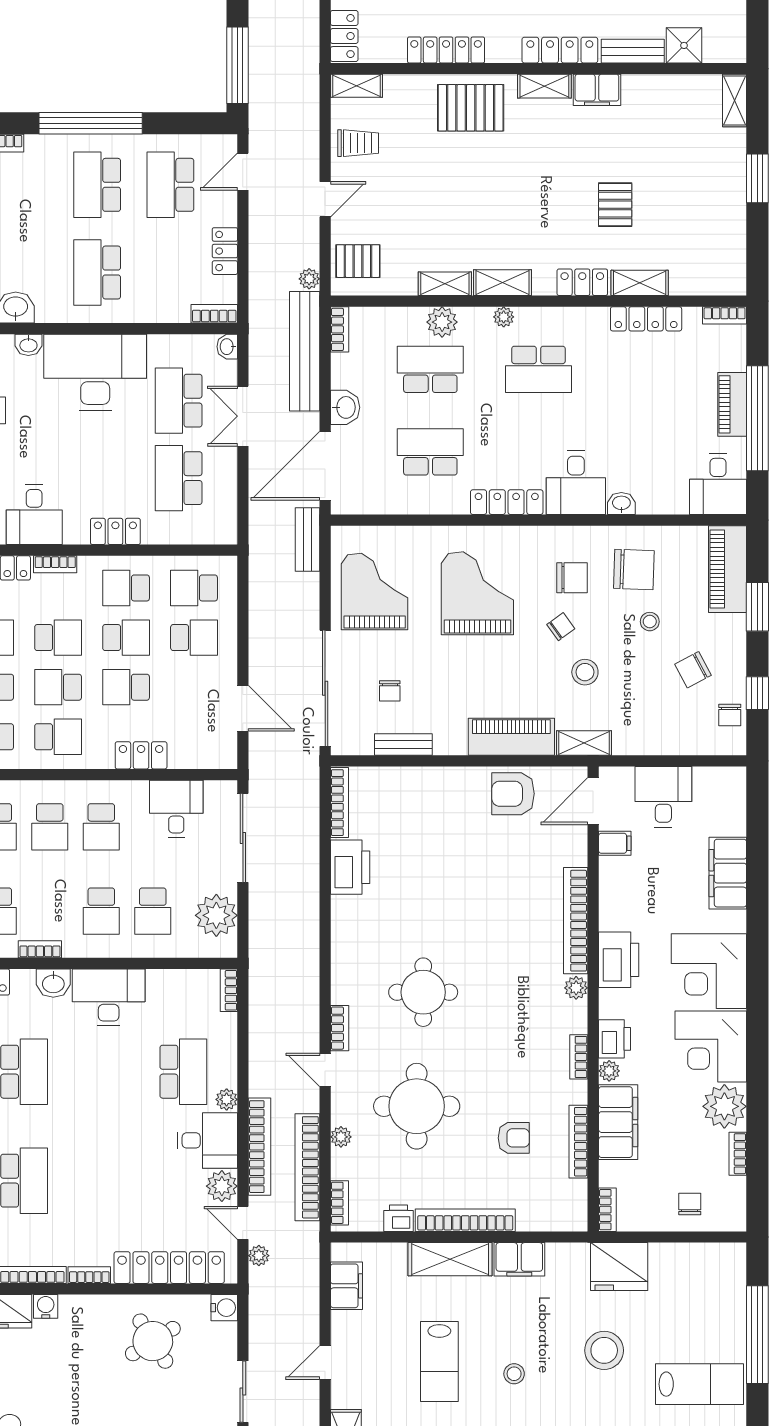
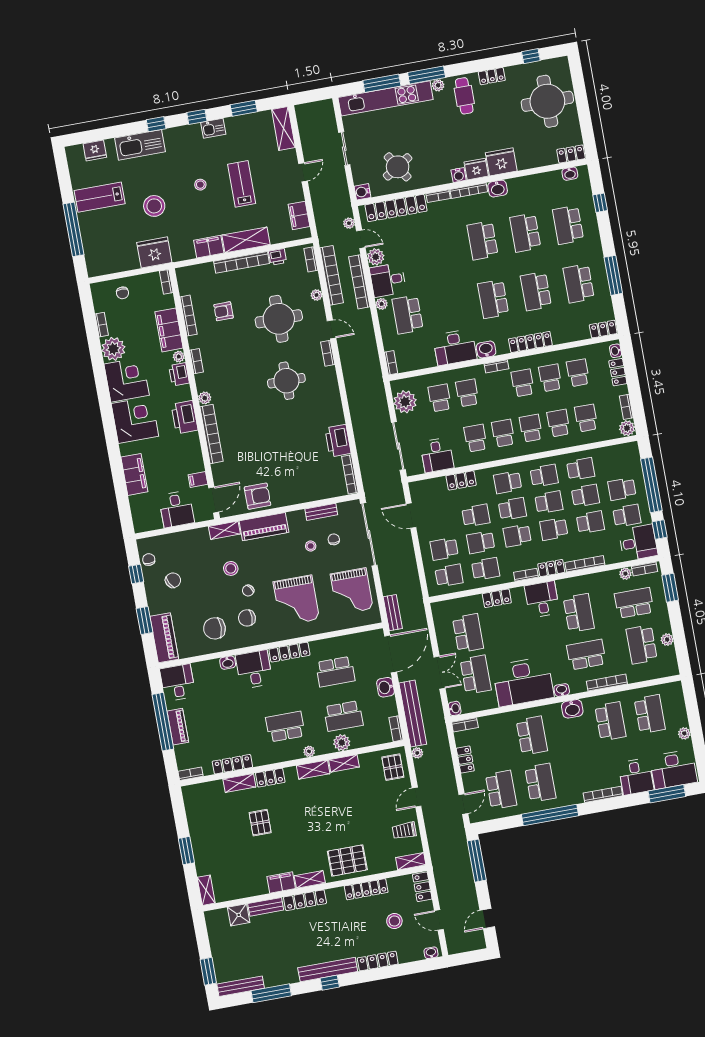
pallet: (358, 261) -> (393, 767), turned 90
stool: (650, 622) -> (311, 546), moved

